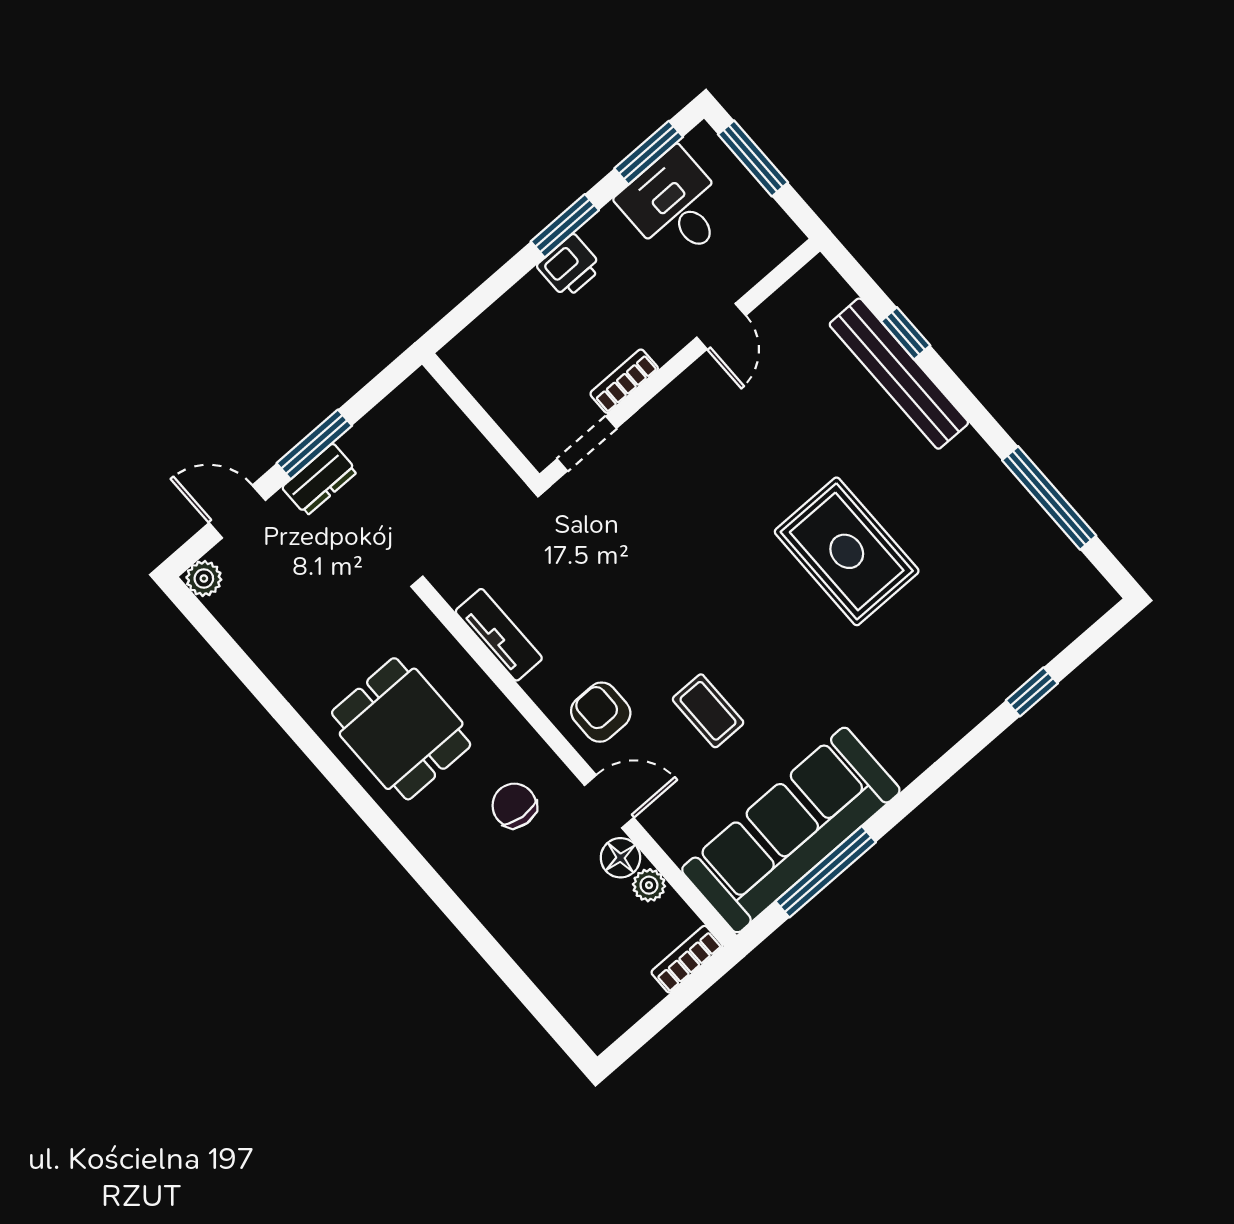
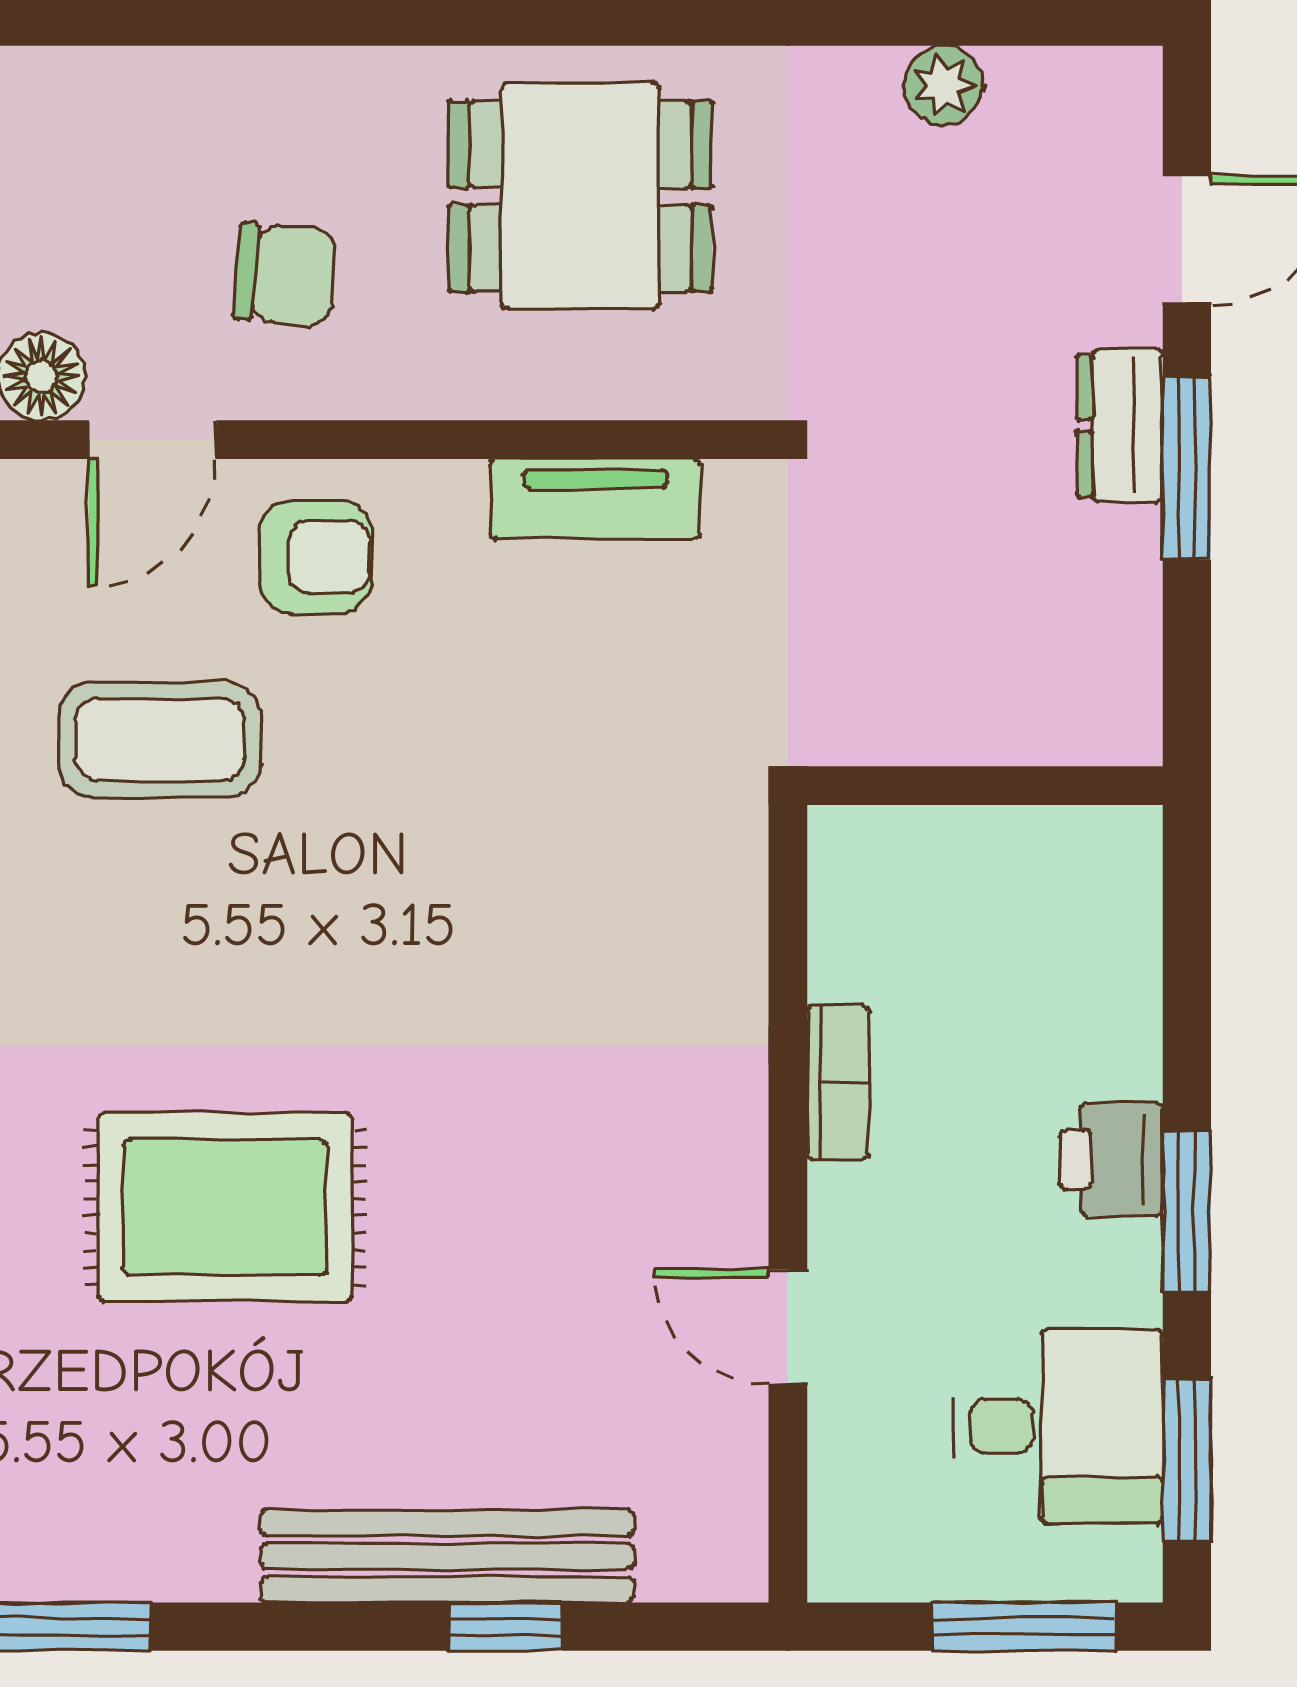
doorway: (587, 444) -> (788, 928), removed
plant: (204, 578) -> (943, 85), moved
coffee table: (708, 711) -> (160, 740), width x1.36, depth x1.30

